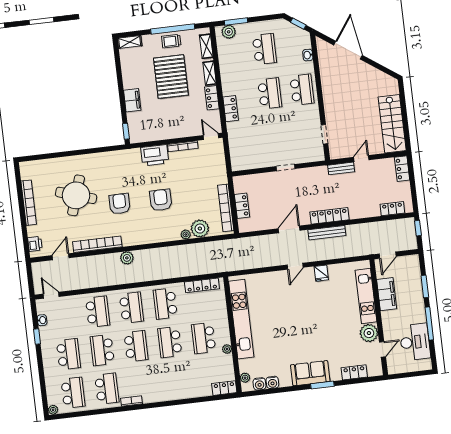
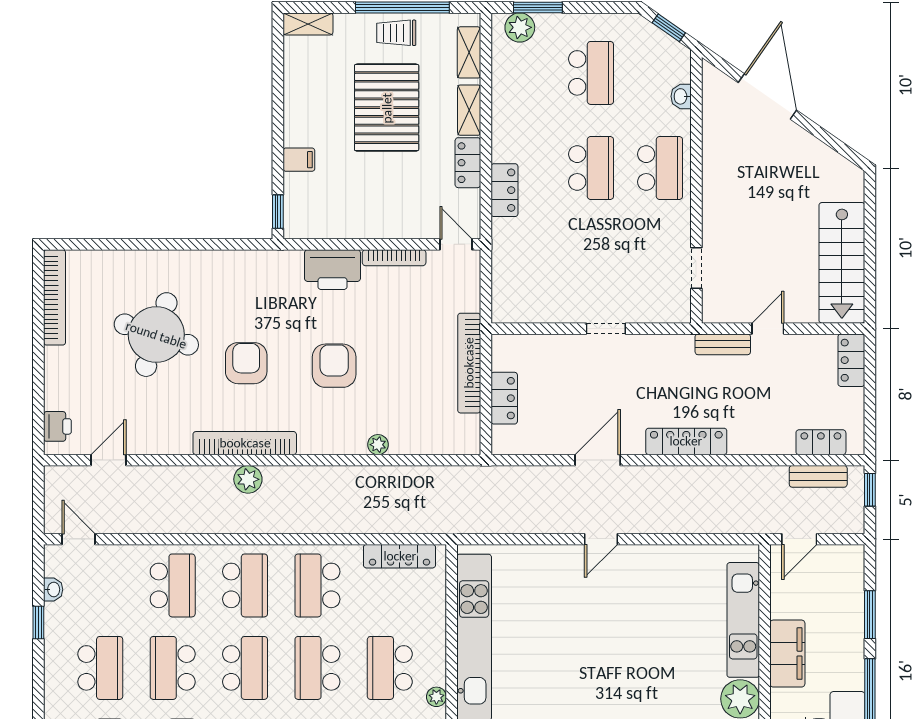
filing cabinet: (132, 100) -> (299, 160), width x0.50
bookcase: (29, 203) -> (55, 297), moved
bookcase: (226, 208) -> (469, 363), moved
plant: (200, 229) -> (409, 436), removed
bench: (327, 233) -> (818, 476), moved, width x0.73
bookcase: (97, 244) -> (245, 443), moved
fridge: (321, 273) -> (655, 560), removed
filing cabinet: (387, 294) -> (787, 654), moved

